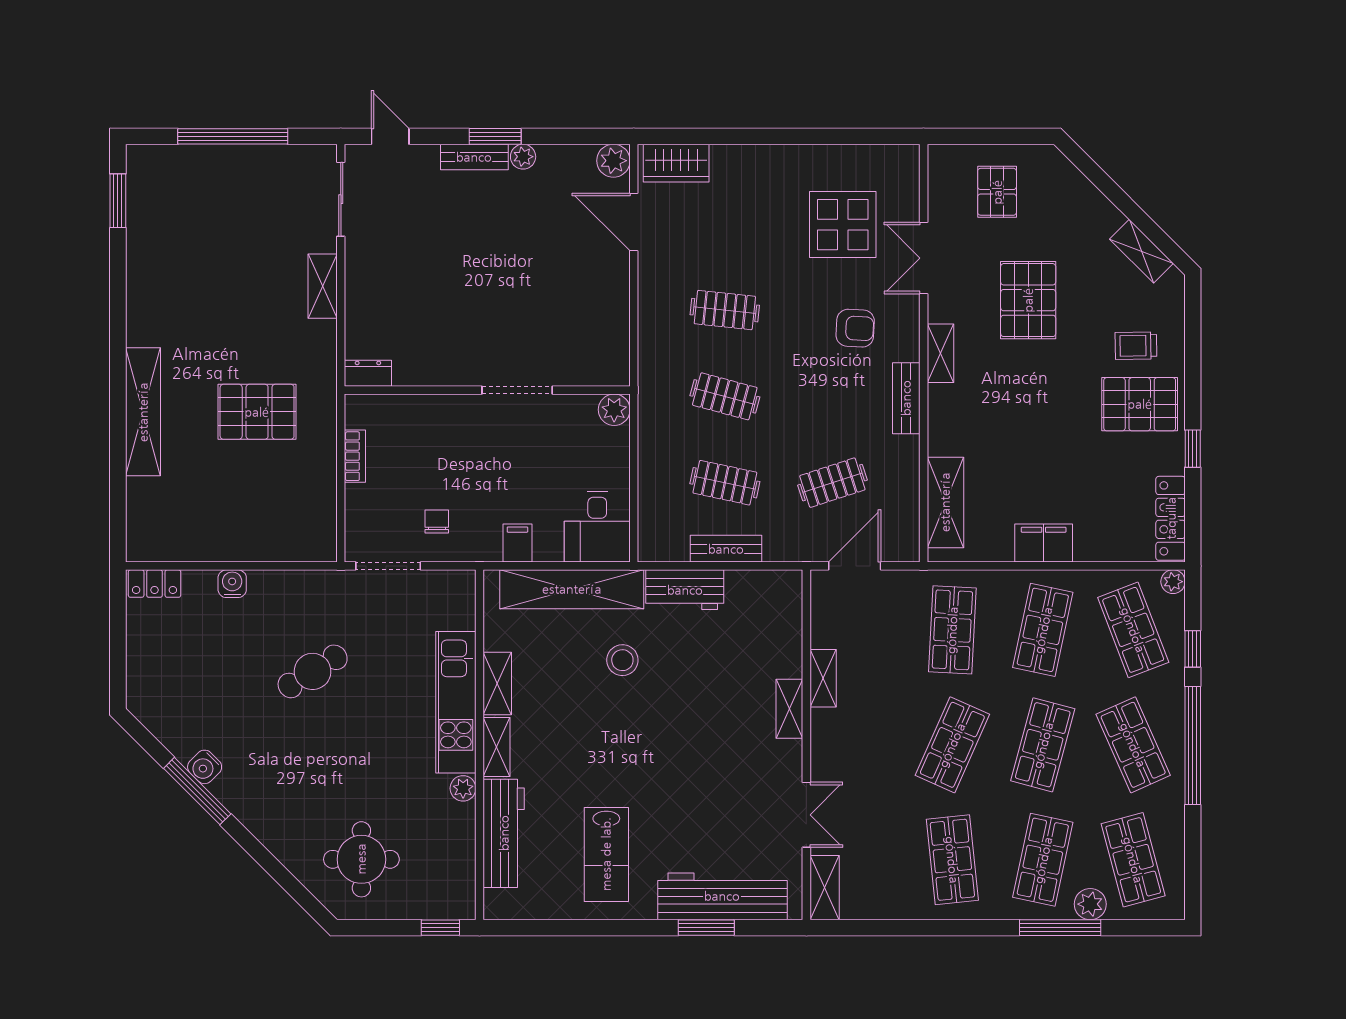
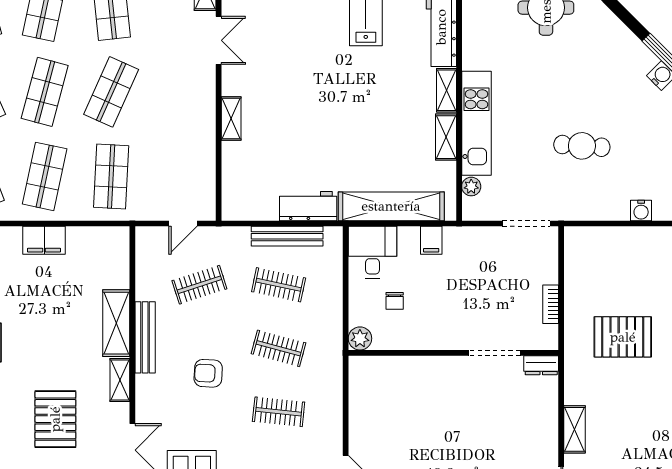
armchair: (855, 328) -> (208, 373), moved
doorway: (517, 390) -> (494, 353), moved
bench: (906, 398) -> (145, 337), width x1.36
shelving: (945, 502) -> (116, 323), moved
chair: (437, 521) -> (395, 301), moved
bench: (726, 549) -> (287, 236), width x1.36
door: (855, 566) -> (183, 223), width x0.73
stool: (622, 660) -> (354, 154), removed
cafe table: (313, 671) -> (582, 146), turned 36
shelving: (823, 678) -> (206, 141), removed
plant: (463, 788) -> (471, 187), moved
double door: (806, 815) -> (219, 40), swing flipped

